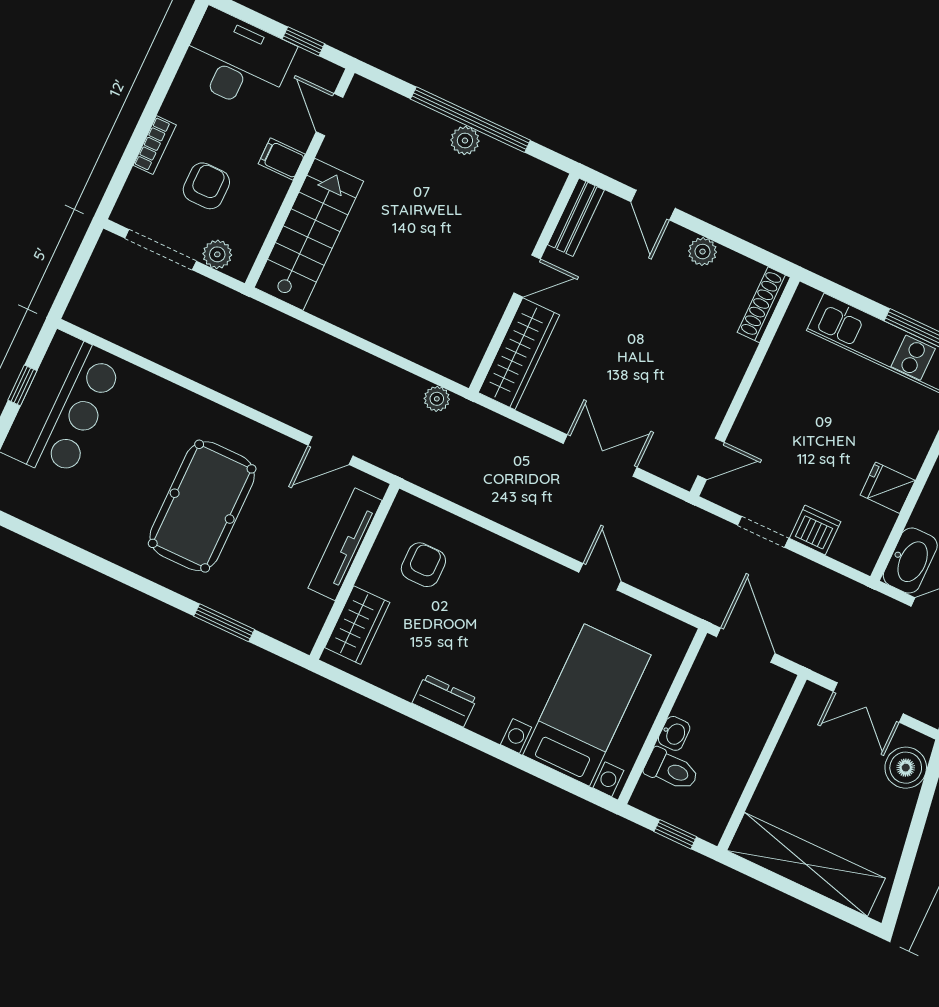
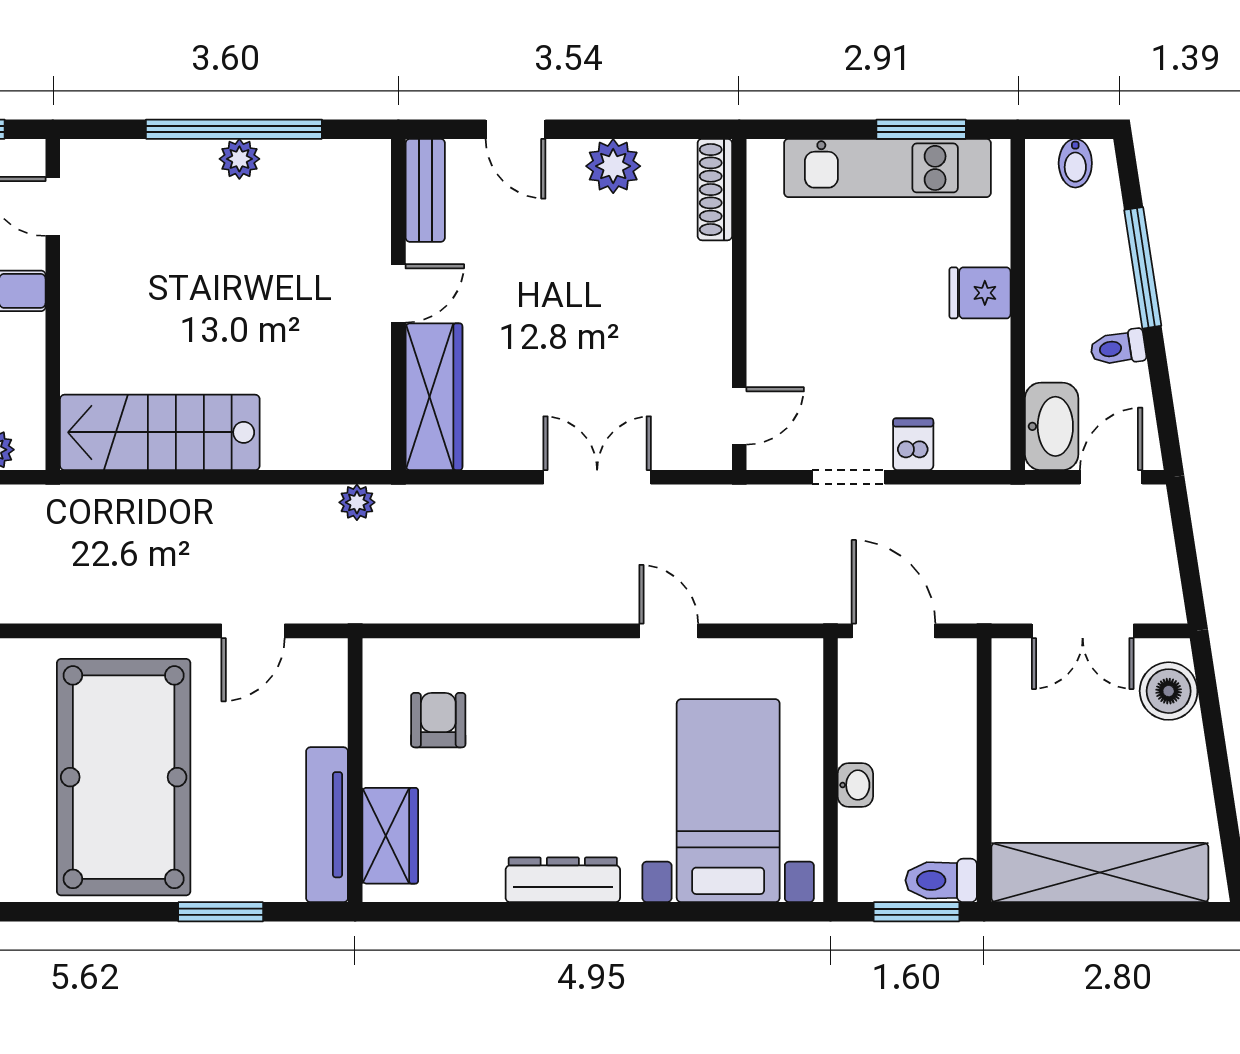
stairs: (309, 234) -> (160, 432), moved, turned -90
plant: (703, 252) -> (613, 166), width x1.38, depth x1.38
fridge: (888, 488) -> (980, 293), moved
pool table: (202, 506) -> (124, 777), width x1.36, depth x1.32
dishwasher: (815, 530) -> (913, 444), width x0.73
tv unit: (345, 544) -> (327, 825), moved
dresser: (444, 701) -> (563, 880), width x1.44
toilet: (671, 770) -> (941, 880), moved, turned 180
window: (675, 834) -> (916, 912), width x1.50

